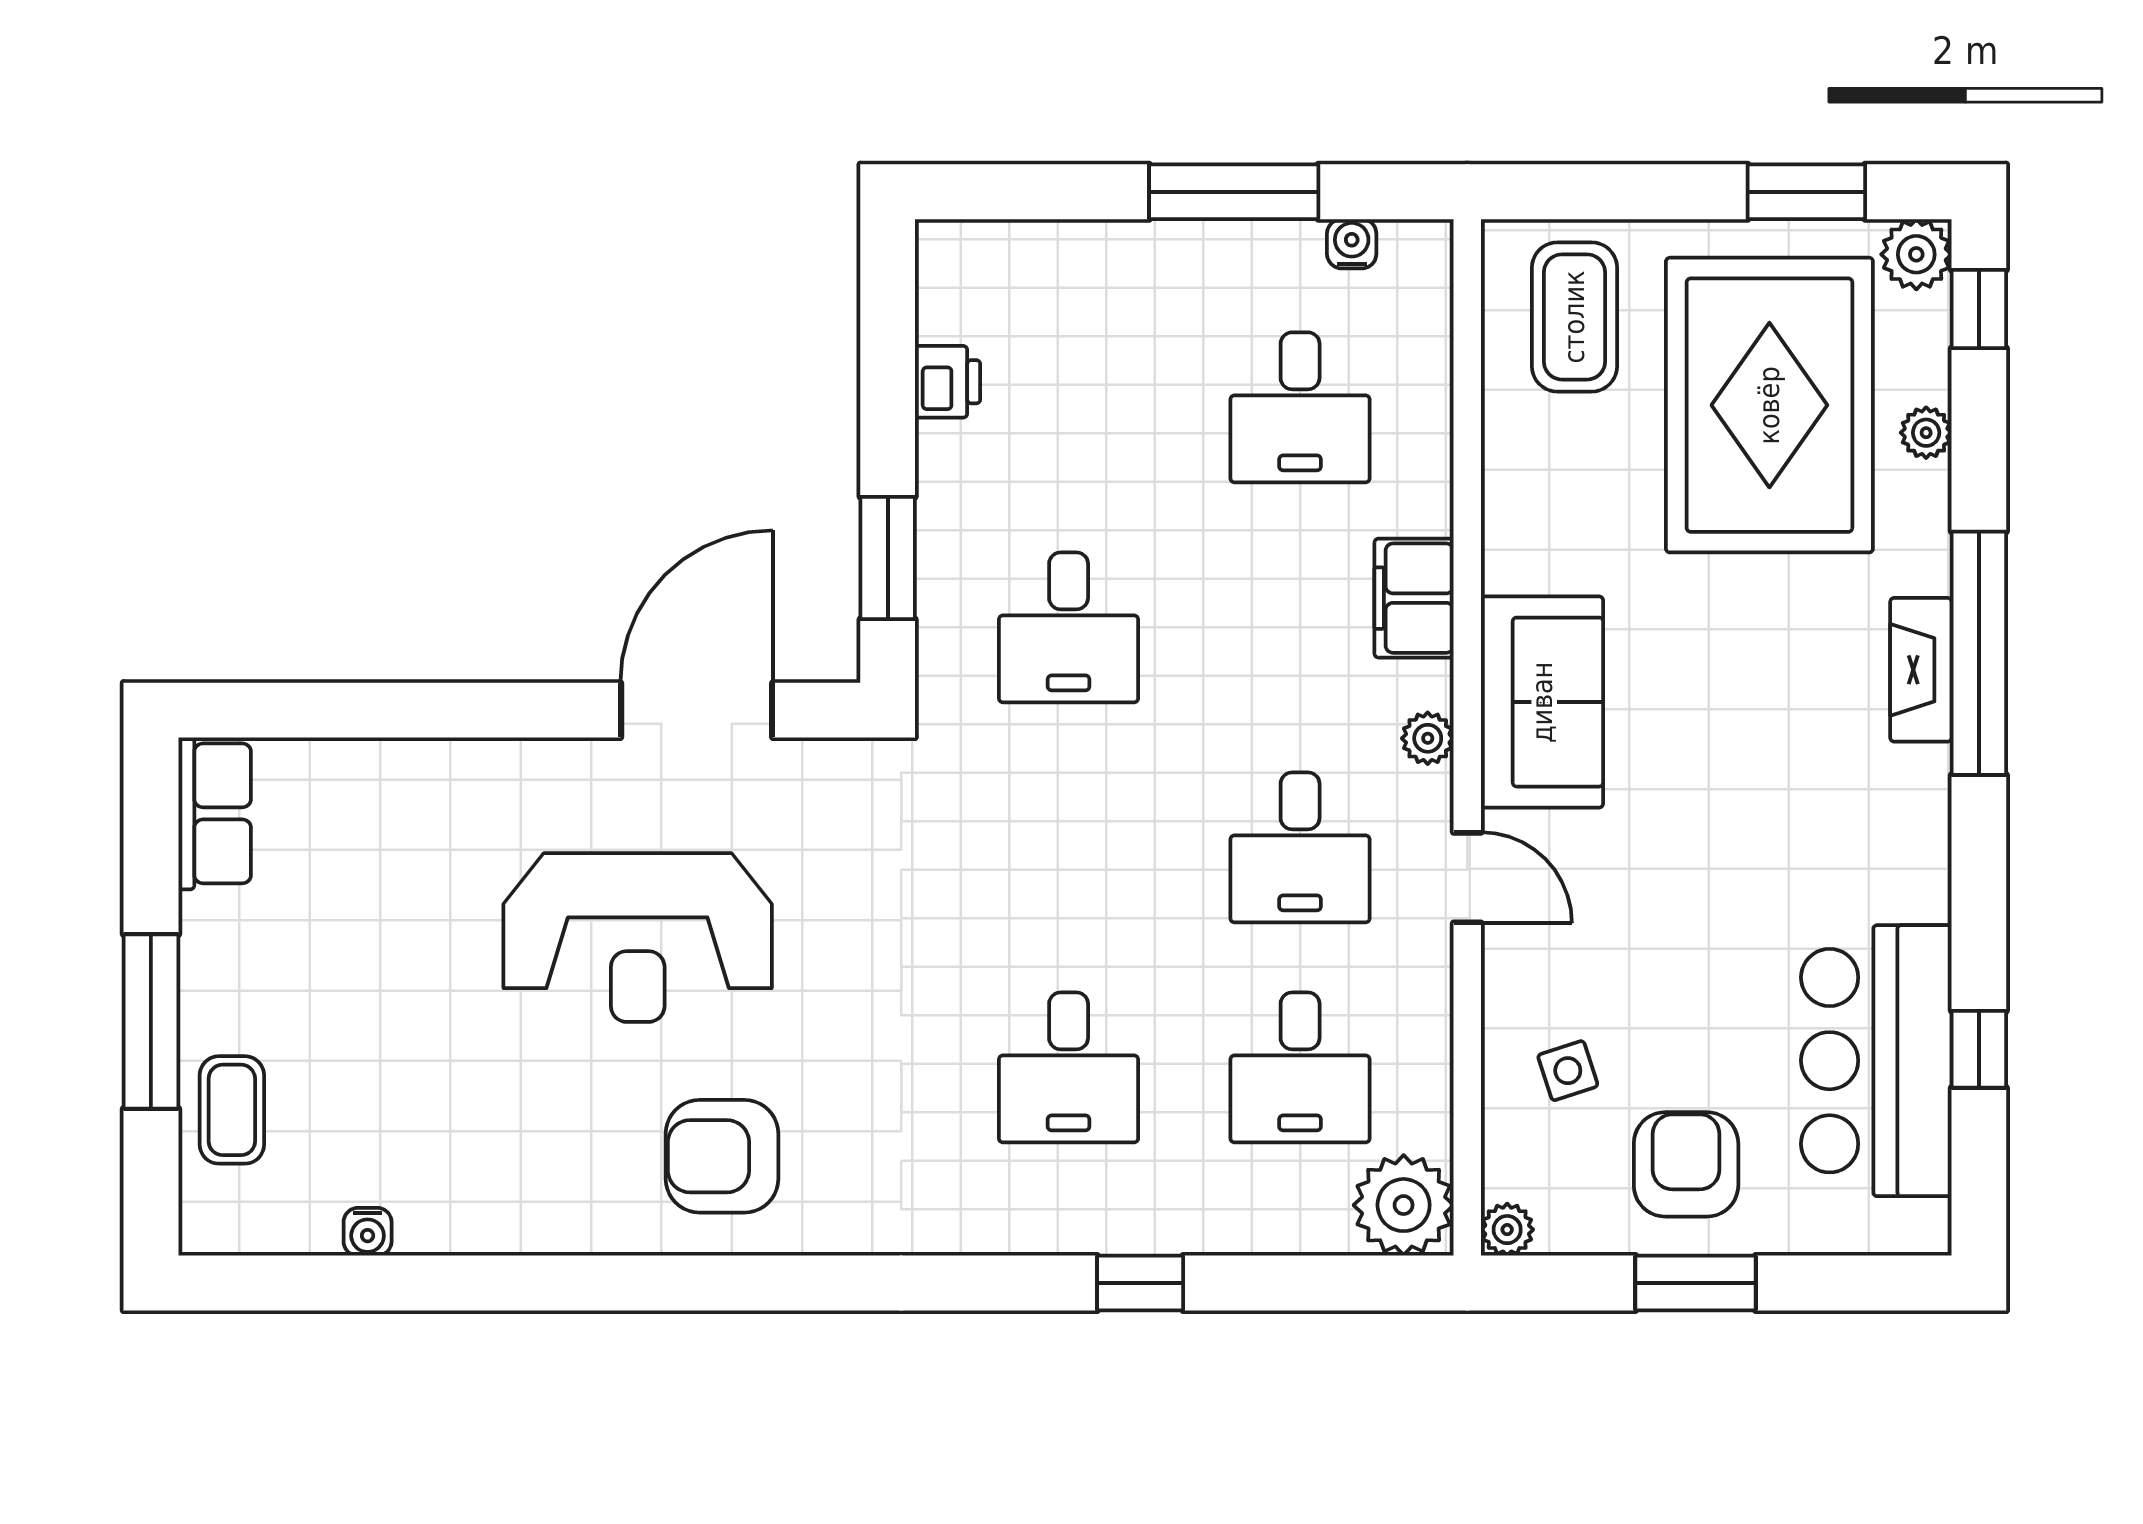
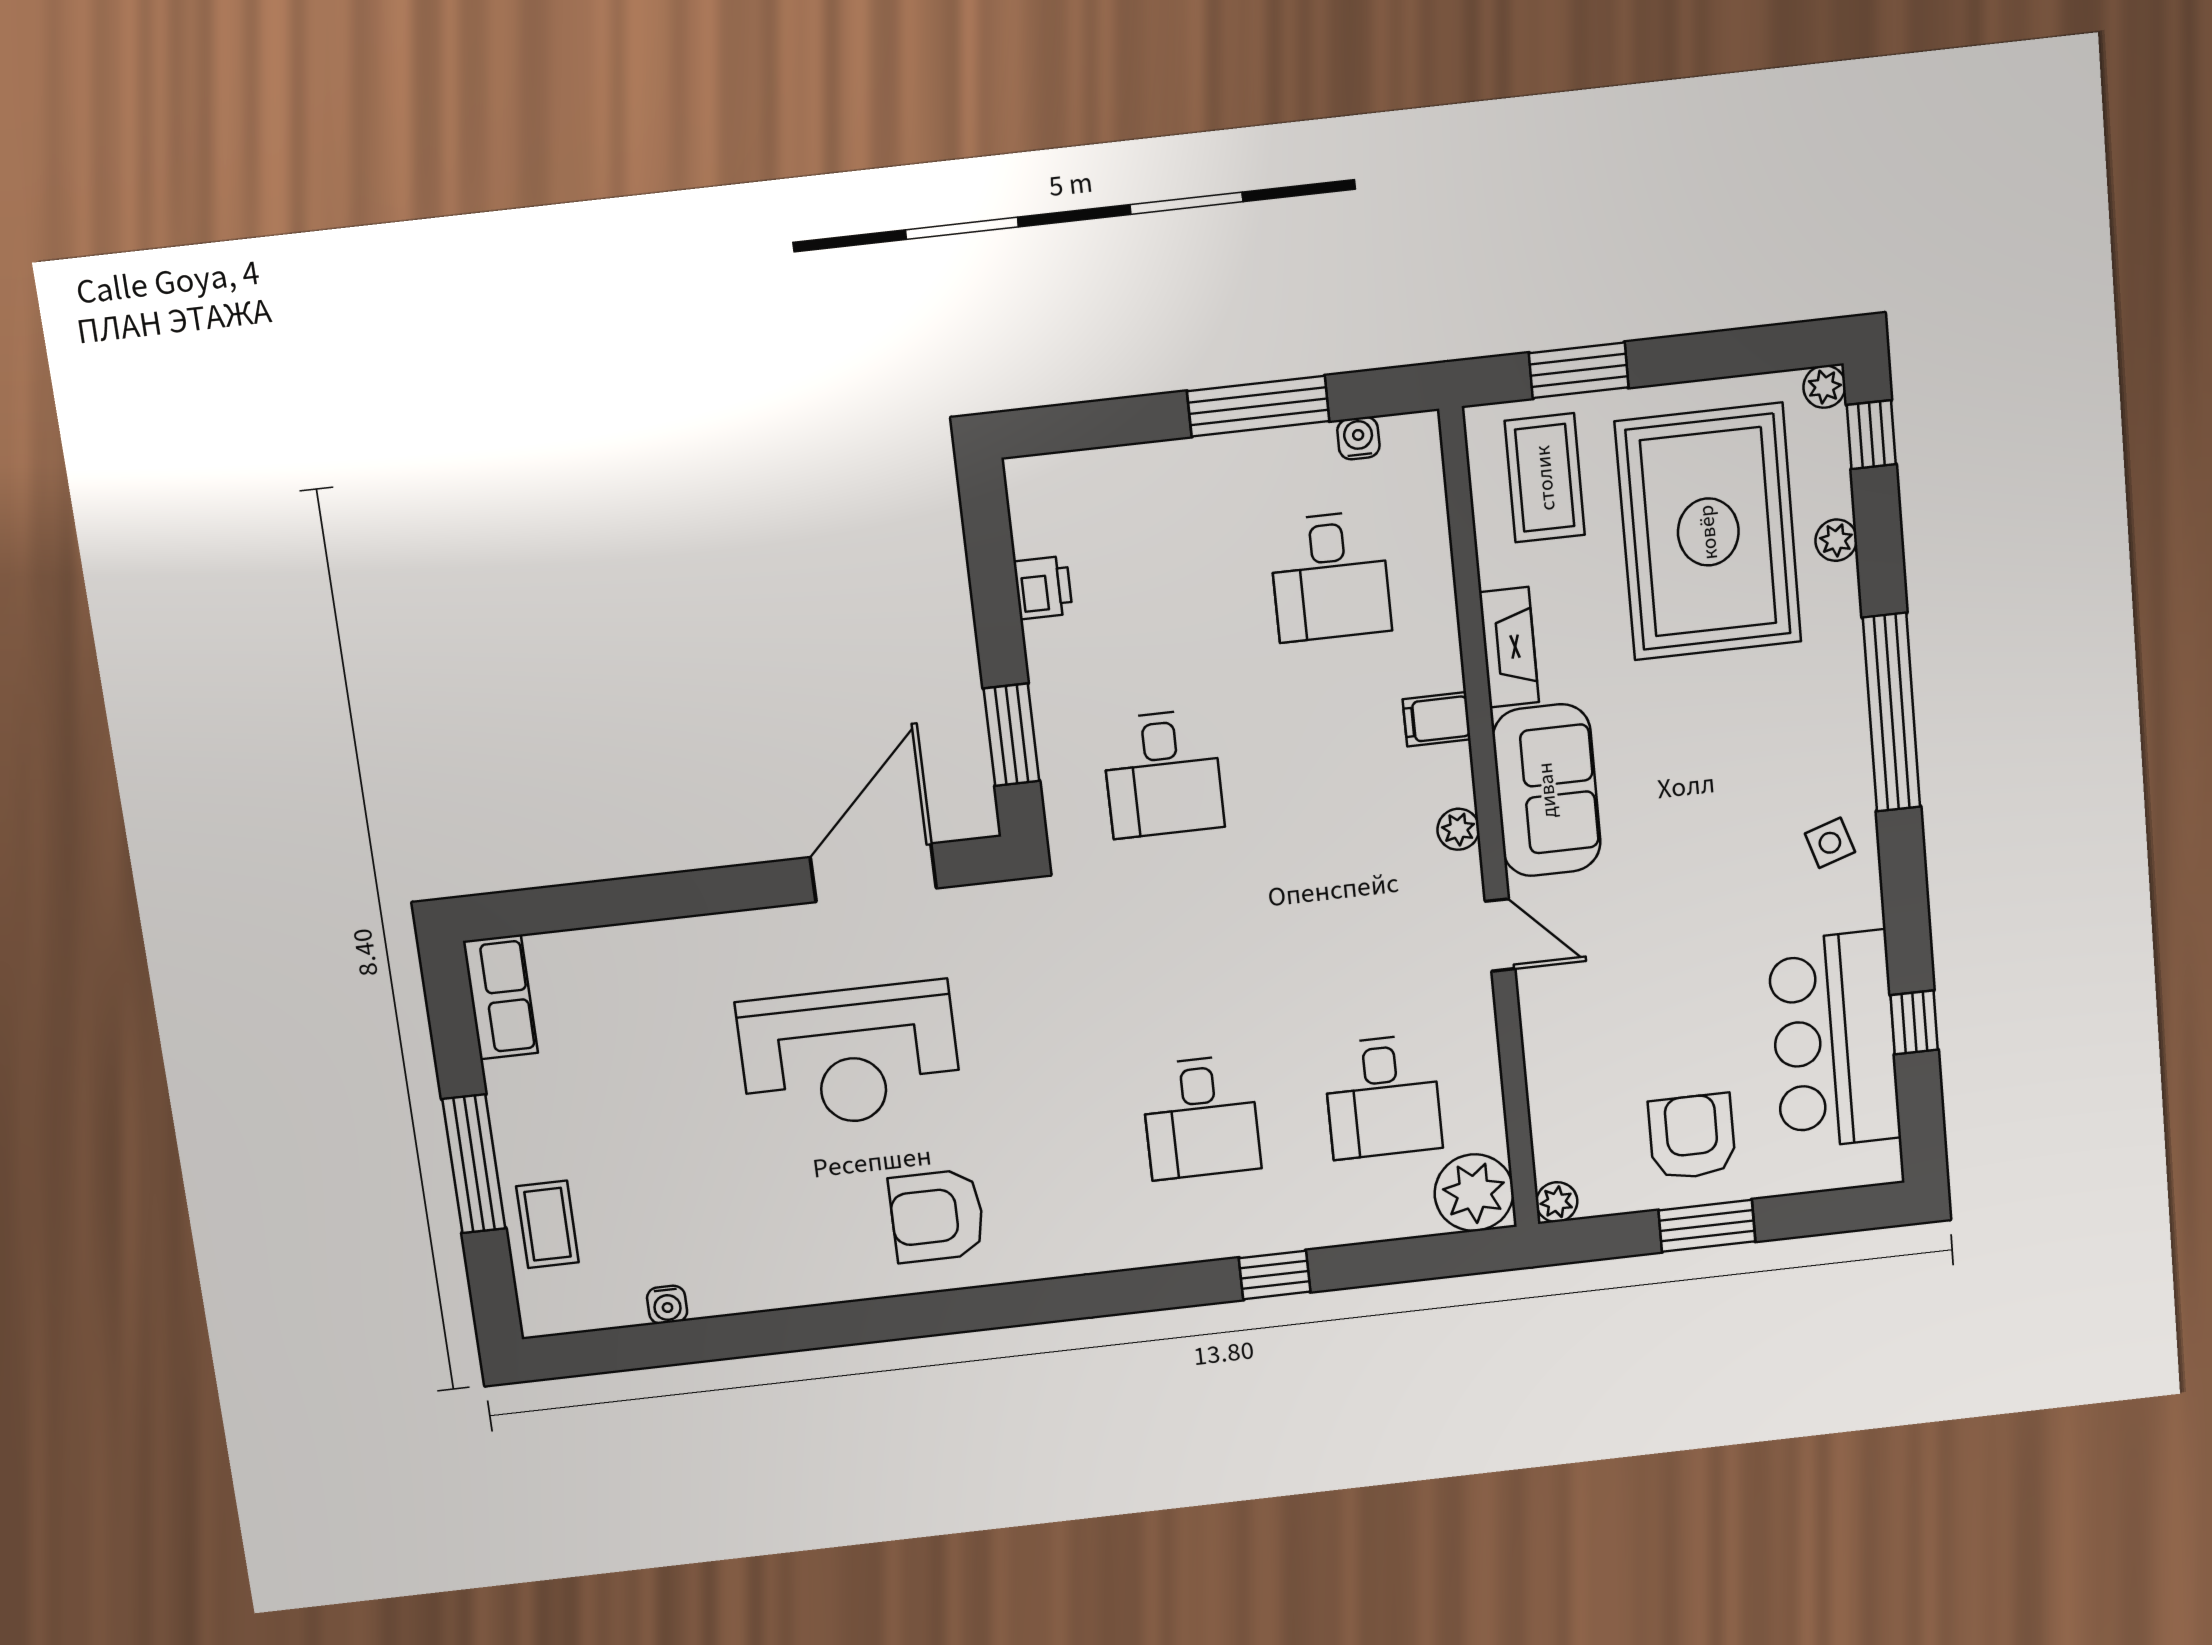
window: (1806, 192) -> (1579, 370), moved
plant: (1916, 254) -> (1824, 387), width x0.73, depth x0.73
filing cabinet: (1414, 598) -> (1437, 719), width x0.50
fireplace: (1921, 670) -> (1509, 647), moved, turned 180
desk: (1300, 847) -> (1365, 926), removed
side table: (1568, 1071) -> (1830, 843), moved

